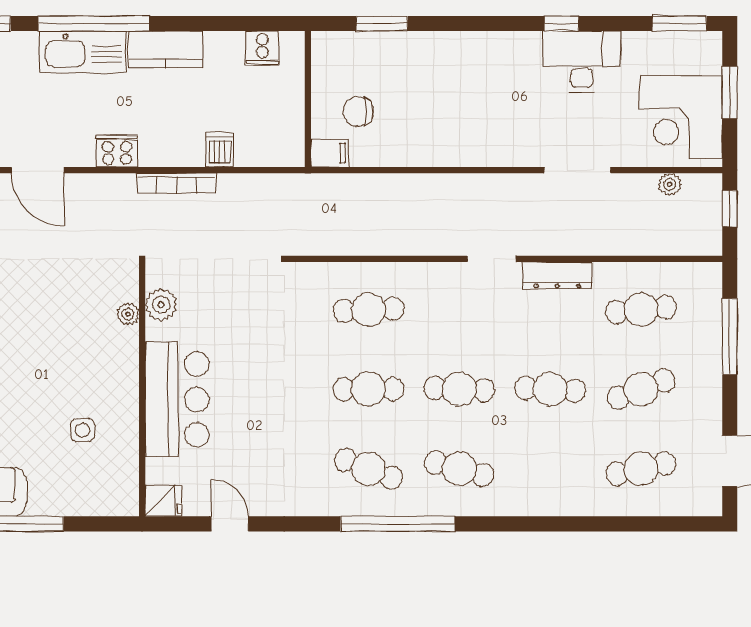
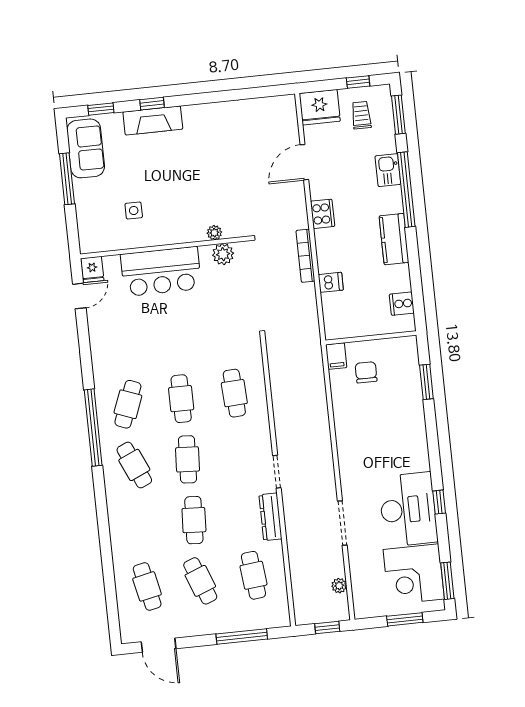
kitchen sink: (83, 52) -> (388, 170), width x0.53, depth x0.81
desk: (582, 61) -> (408, 509), width x1.36, depth x1.30
corner desk: (681, 117) -> (414, 574), moved, turned -90
cafe table: (459, 469) -> (134, 465), turned -39
door: (230, 524) -> (79, 296), moved

